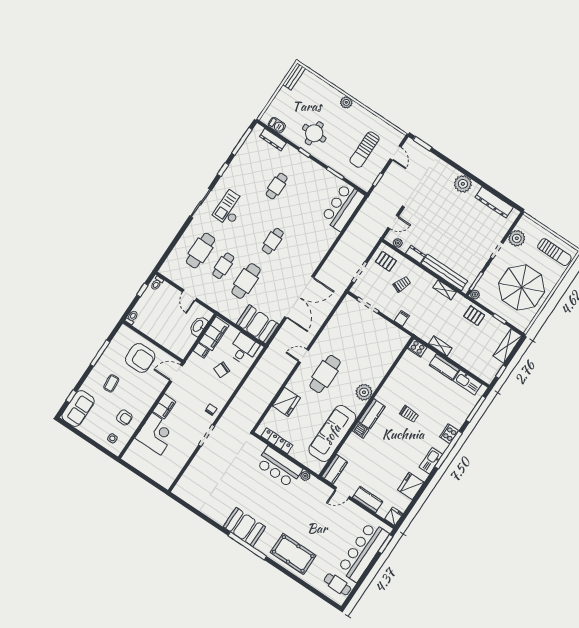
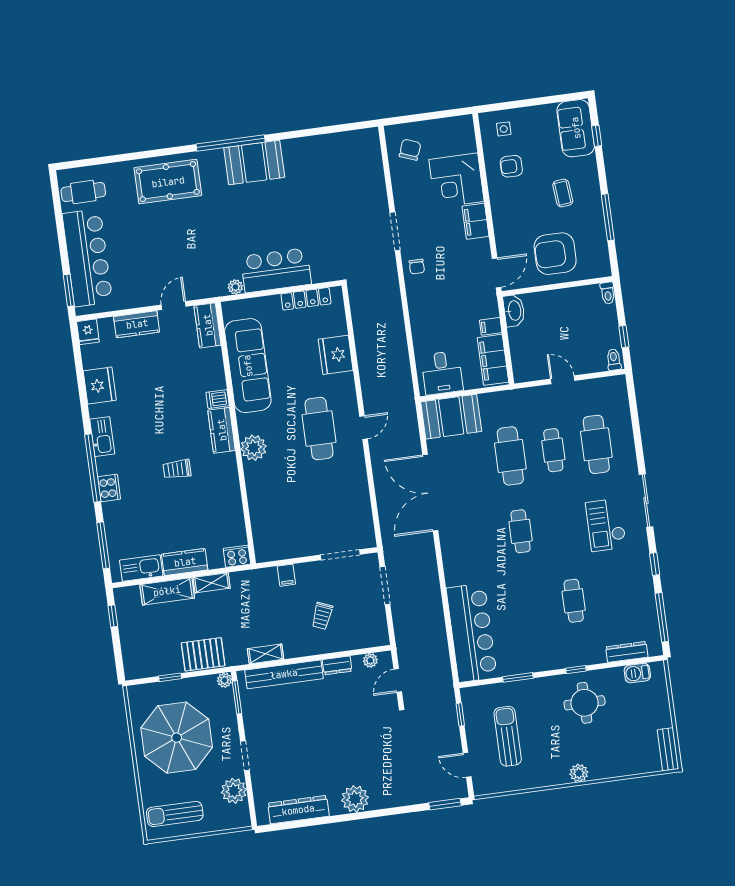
bar counter: (343, 207) -> (472, 633), width x1.36
checkout: (230, 208) -> (606, 525), turned 180
pallet: (386, 261) -> (365, 626), removed
pallet: (474, 316) -> (203, 654), width x1.50, depth x1.42
washbasin: (198, 326) -> (514, 311), moved
shelving: (507, 346) -> (167, 591), moved, turned 90
chair: (222, 370) -> (410, 150), moved

